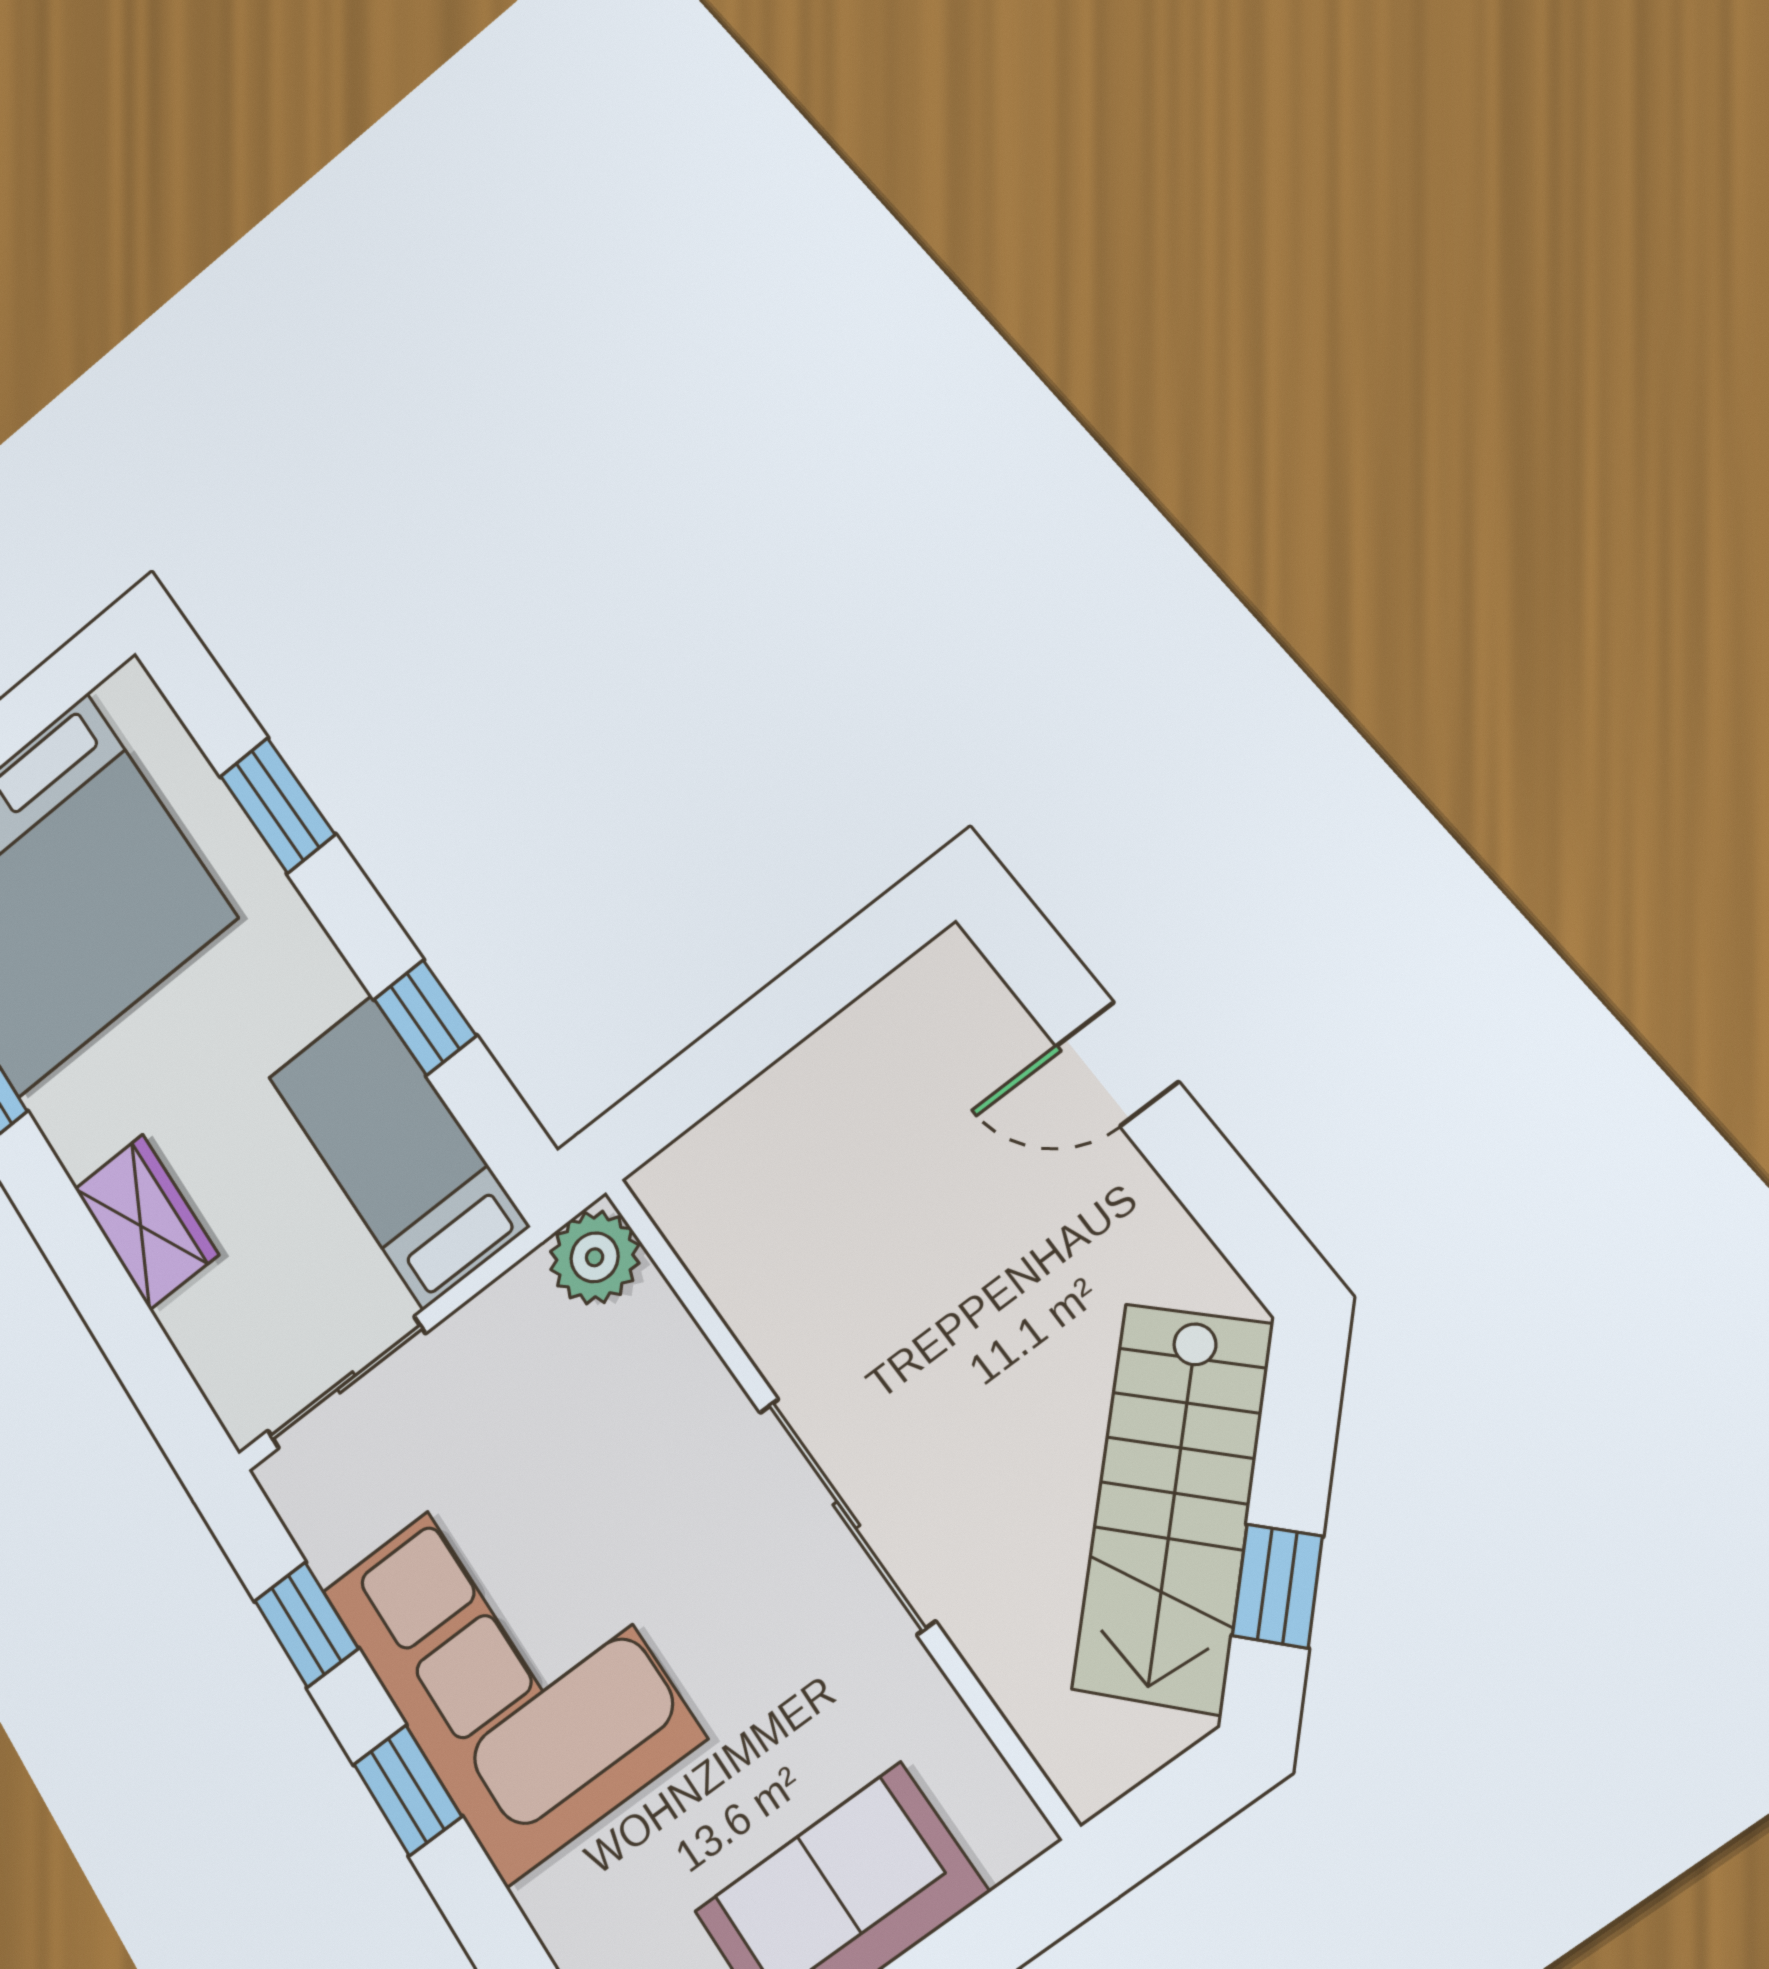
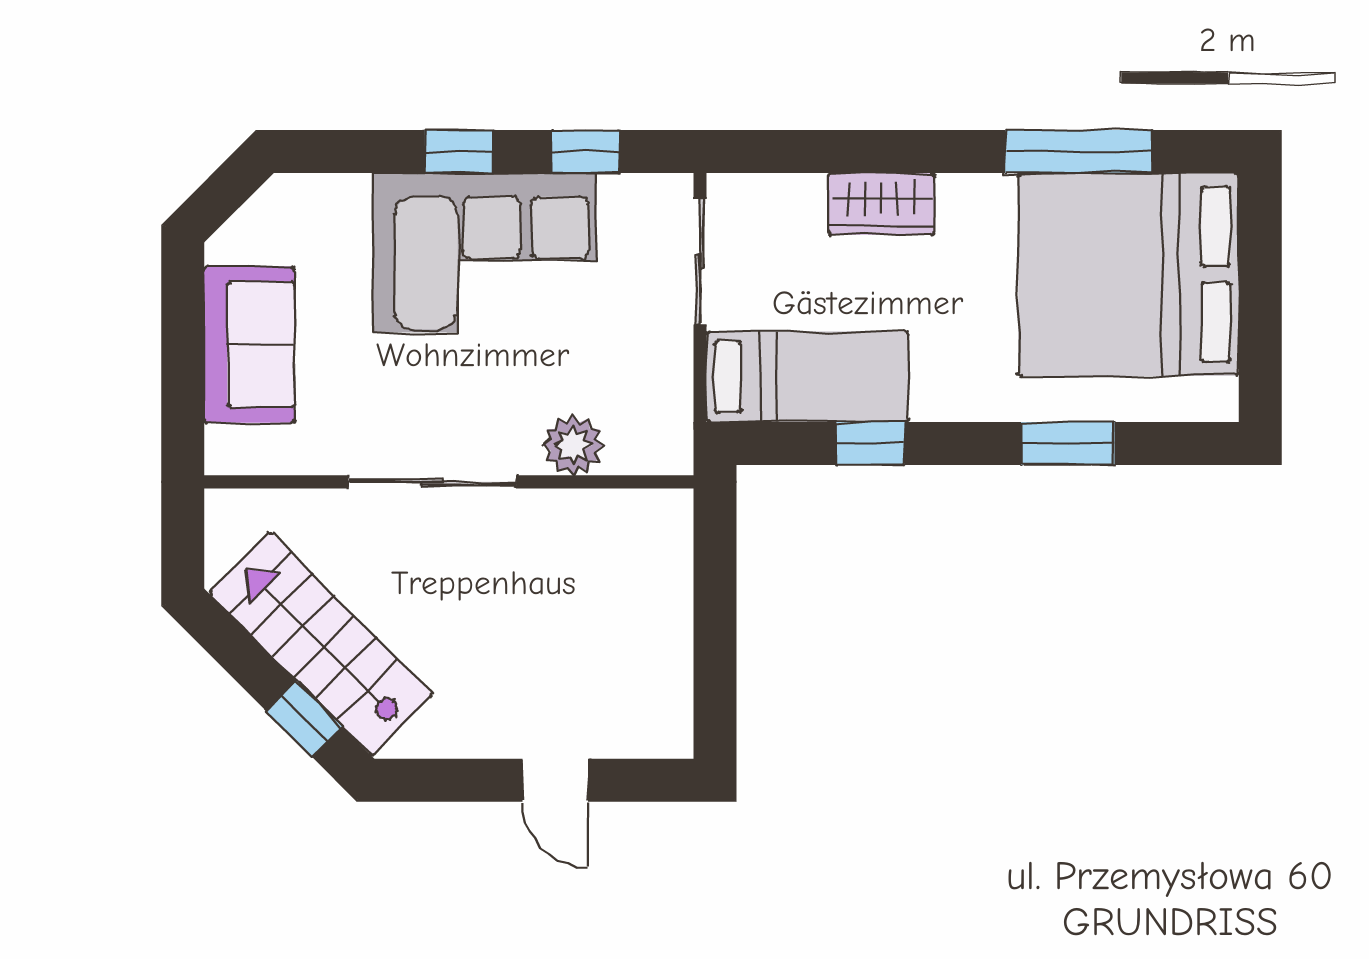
door: (1117, 1064) -> (555, 780), swing flipped
plant: (595, 1257) -> (573, 445), moved
window: (1277, 1586) -> (305, 719), moved

